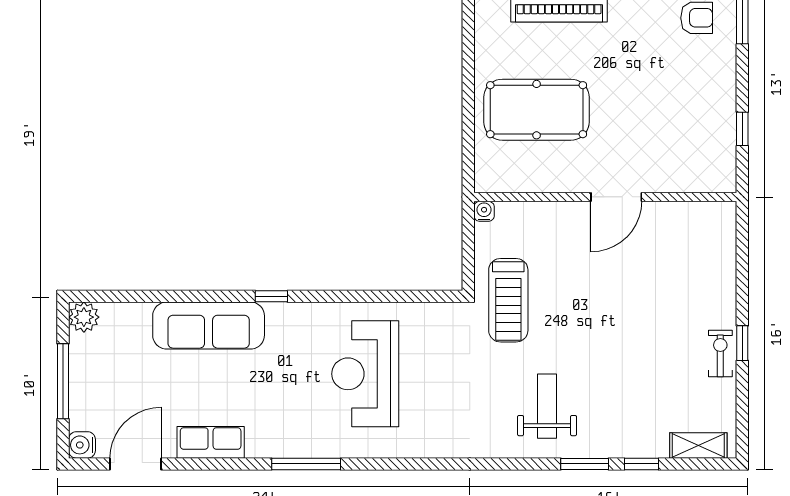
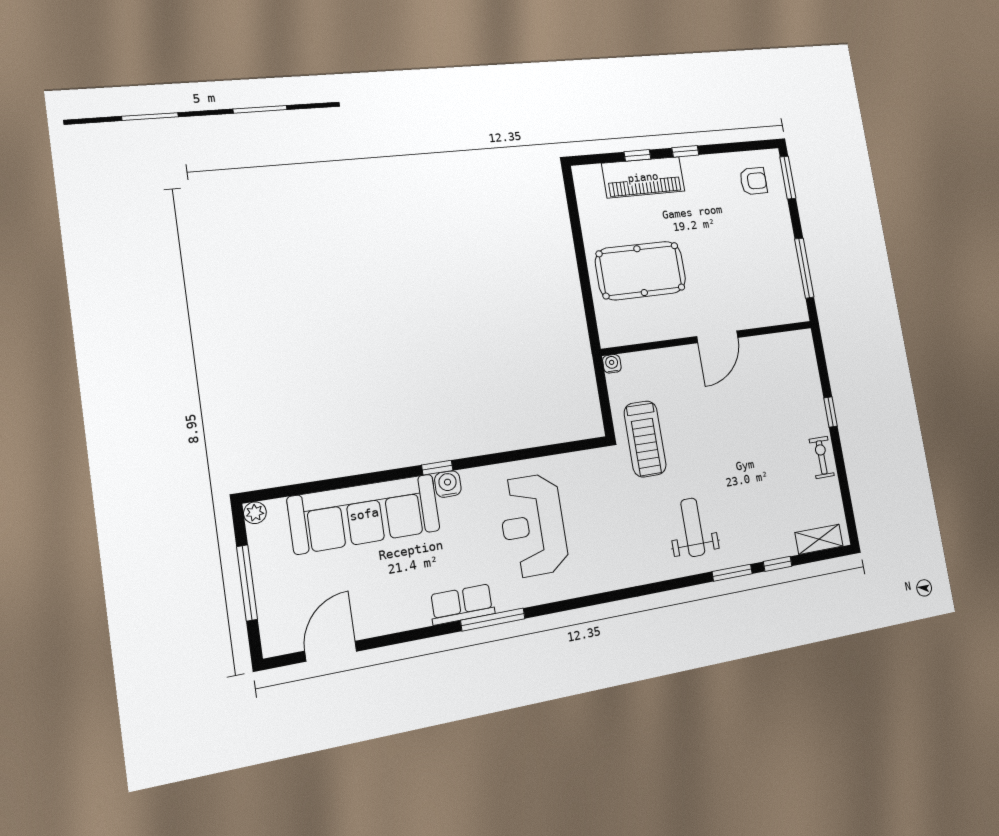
window: (742, 129) -> (804, 268), width x2.17
plant: (84, 317) -> (255, 513), width x0.73, depth x0.73
sofa: (209, 326) -> (364, 514), width x1.36, depth x1.27
window: (742, 343) -> (831, 412), moved
row of seats: (211, 442) -> (462, 604), moved
water cooler: (82, 445) -> (448, 484), moved, turned 90

